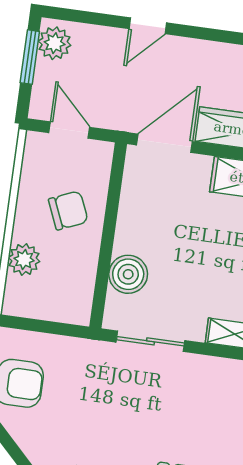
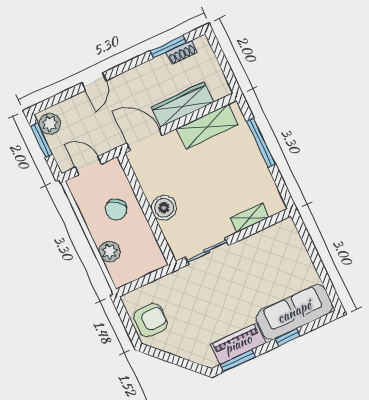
door: (165, 143) -> (145, 139), hinge flipped
chair: (68, 210) -> (116, 209), turned 150
boiler: (128, 274) -> (164, 208), moved

